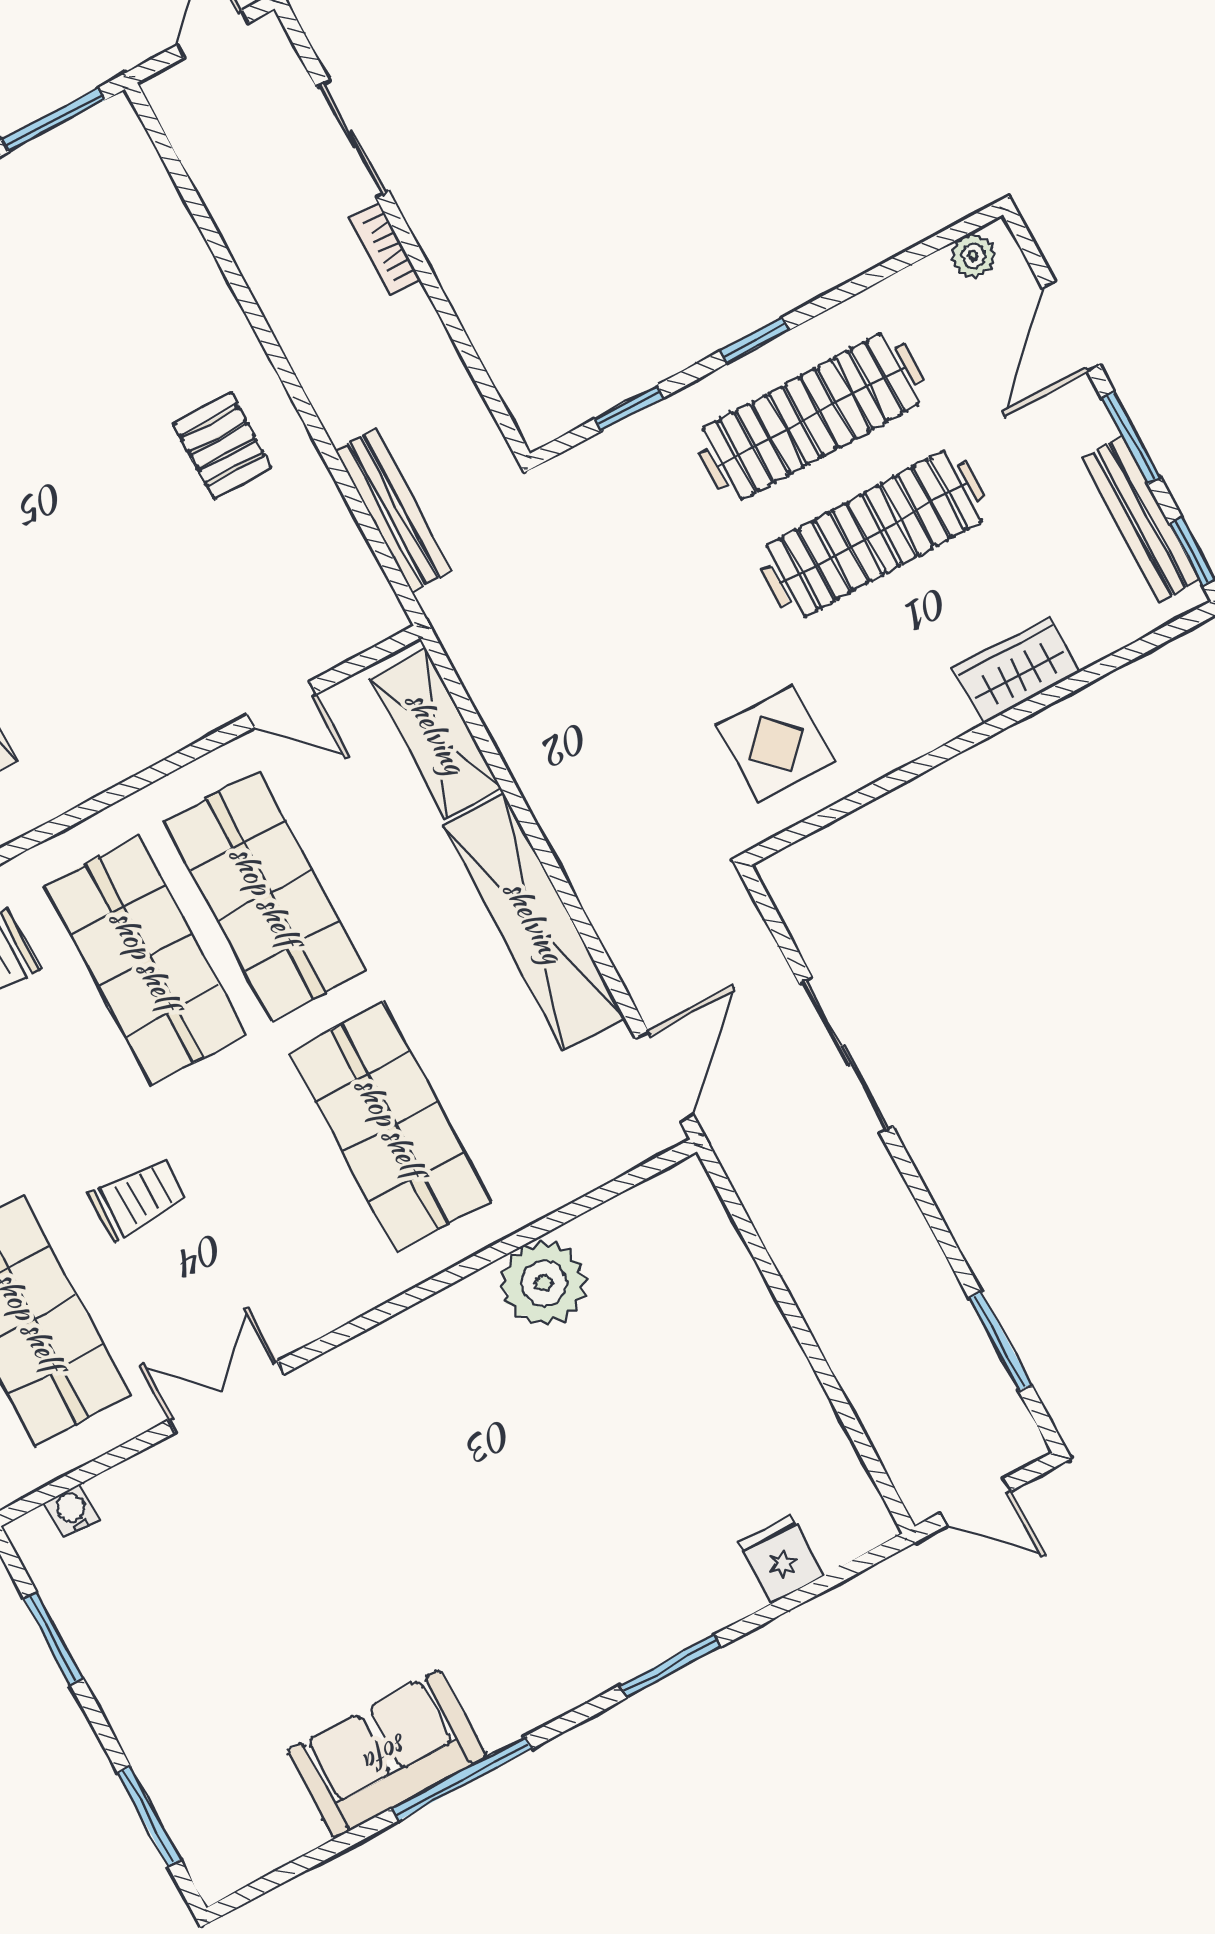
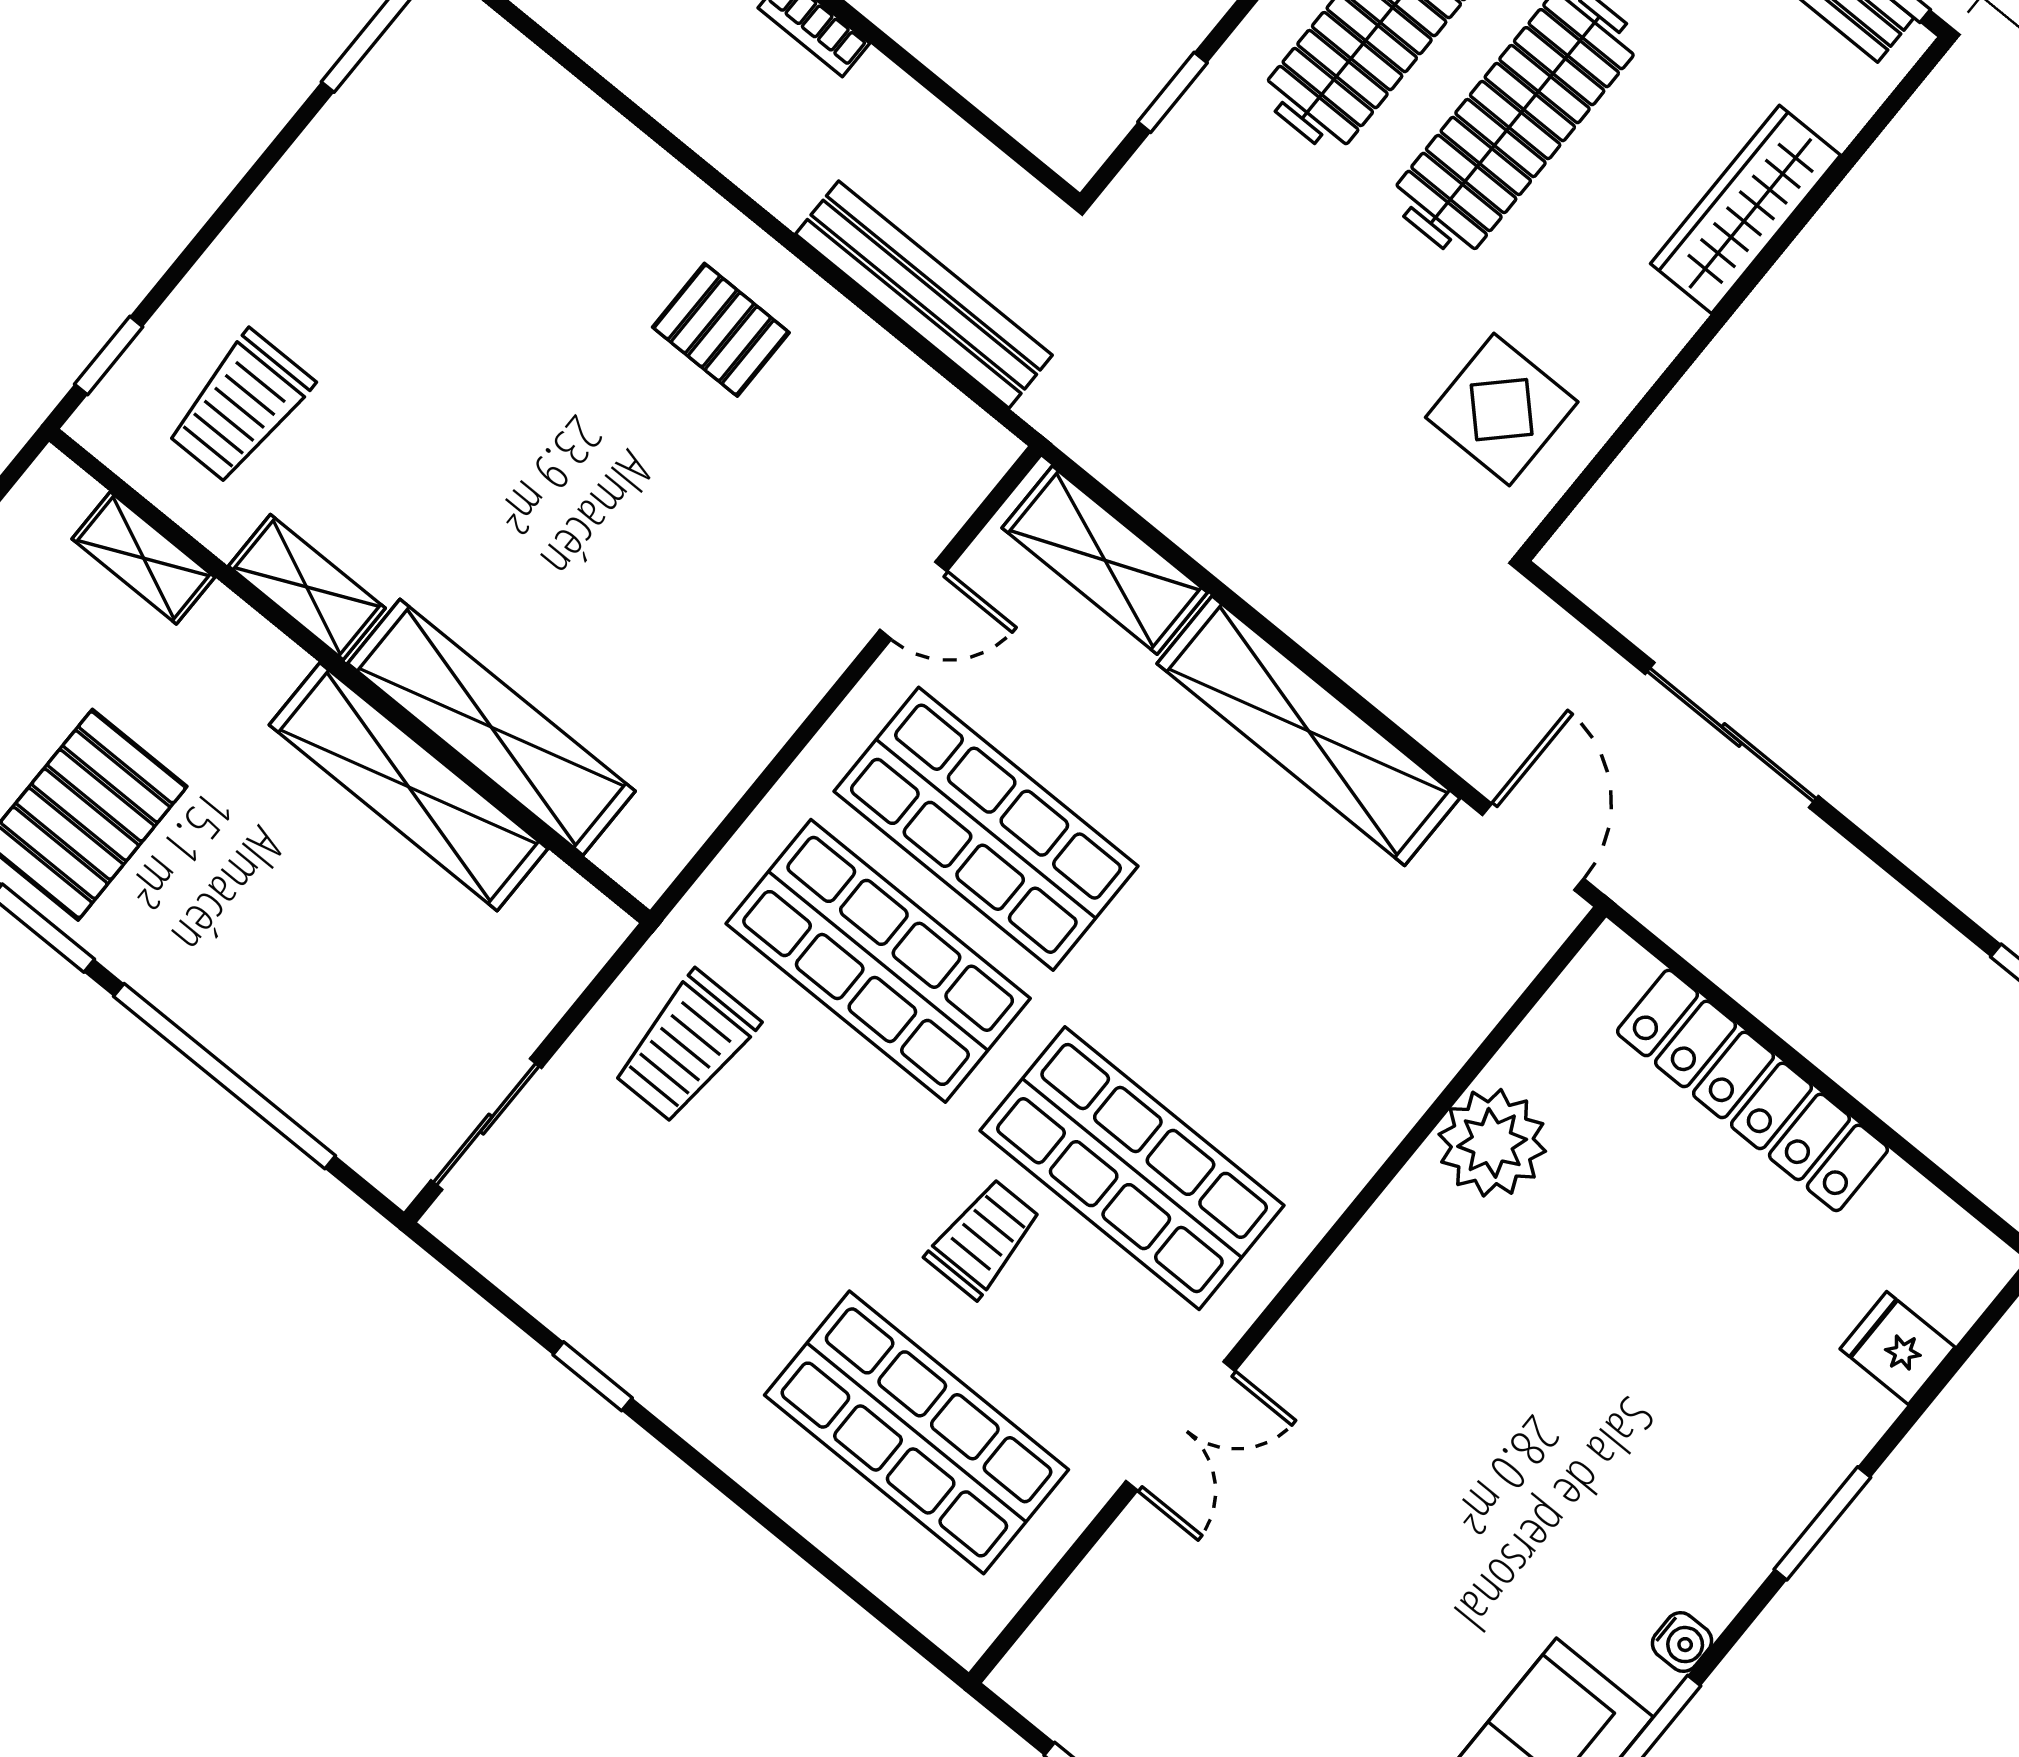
bench: (393, 510) -> (924, 295), width x1.37, depth x1.21
wardrobe: (1017, 670) -> (1745, 209), width x1.50
shop shelf: (390, 1127) -> (1132, 1168), moved
locker: (752, 1324) -> (1752, 1090), added
double door: (226, 1397) -> (1180, 1426), swing flipped
water cooler: (72, 1511) -> (1682, 1642), moved, turned 180

